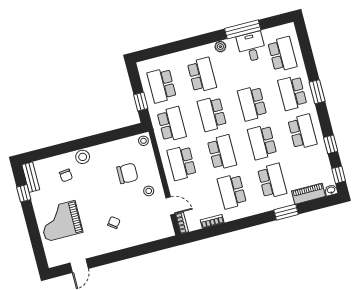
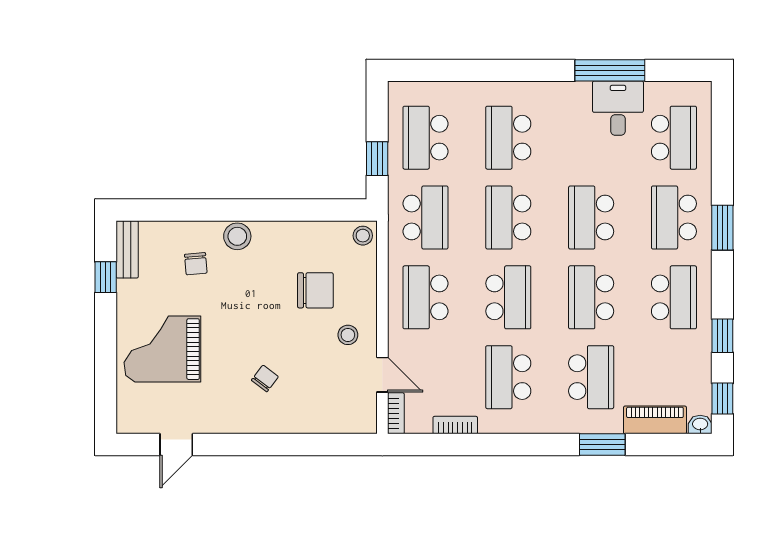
plant: (220, 47) -> (558, 92), removed
school desk: (202, 75) -> (508, 138), turned 180

